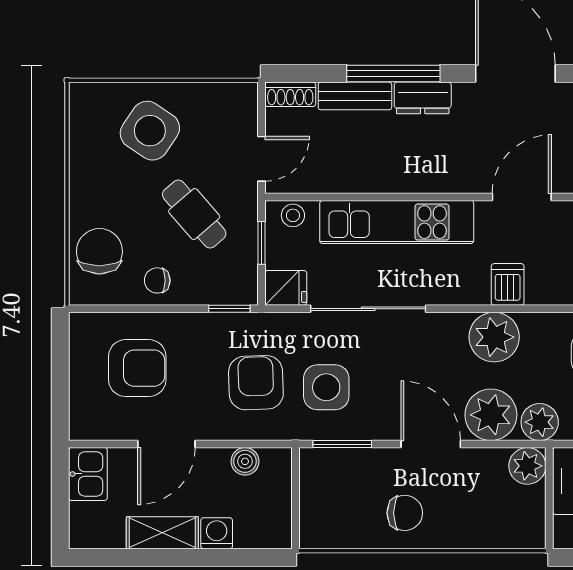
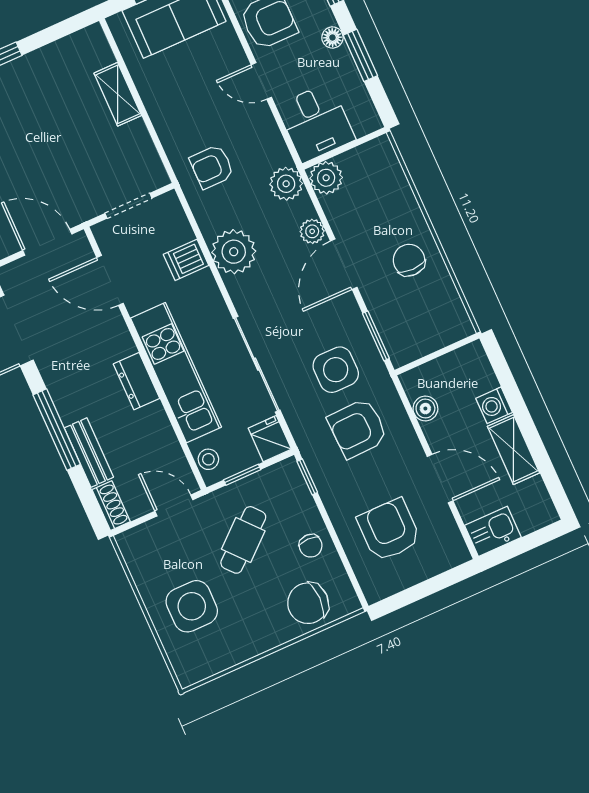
dresser: (423, 98) -> (136, 381), moved, turned 180
side table: (150, 131) -> (192, 606), turned -34
plant: (491, 415) -> (312, 231), width x0.53, depth x0.53

